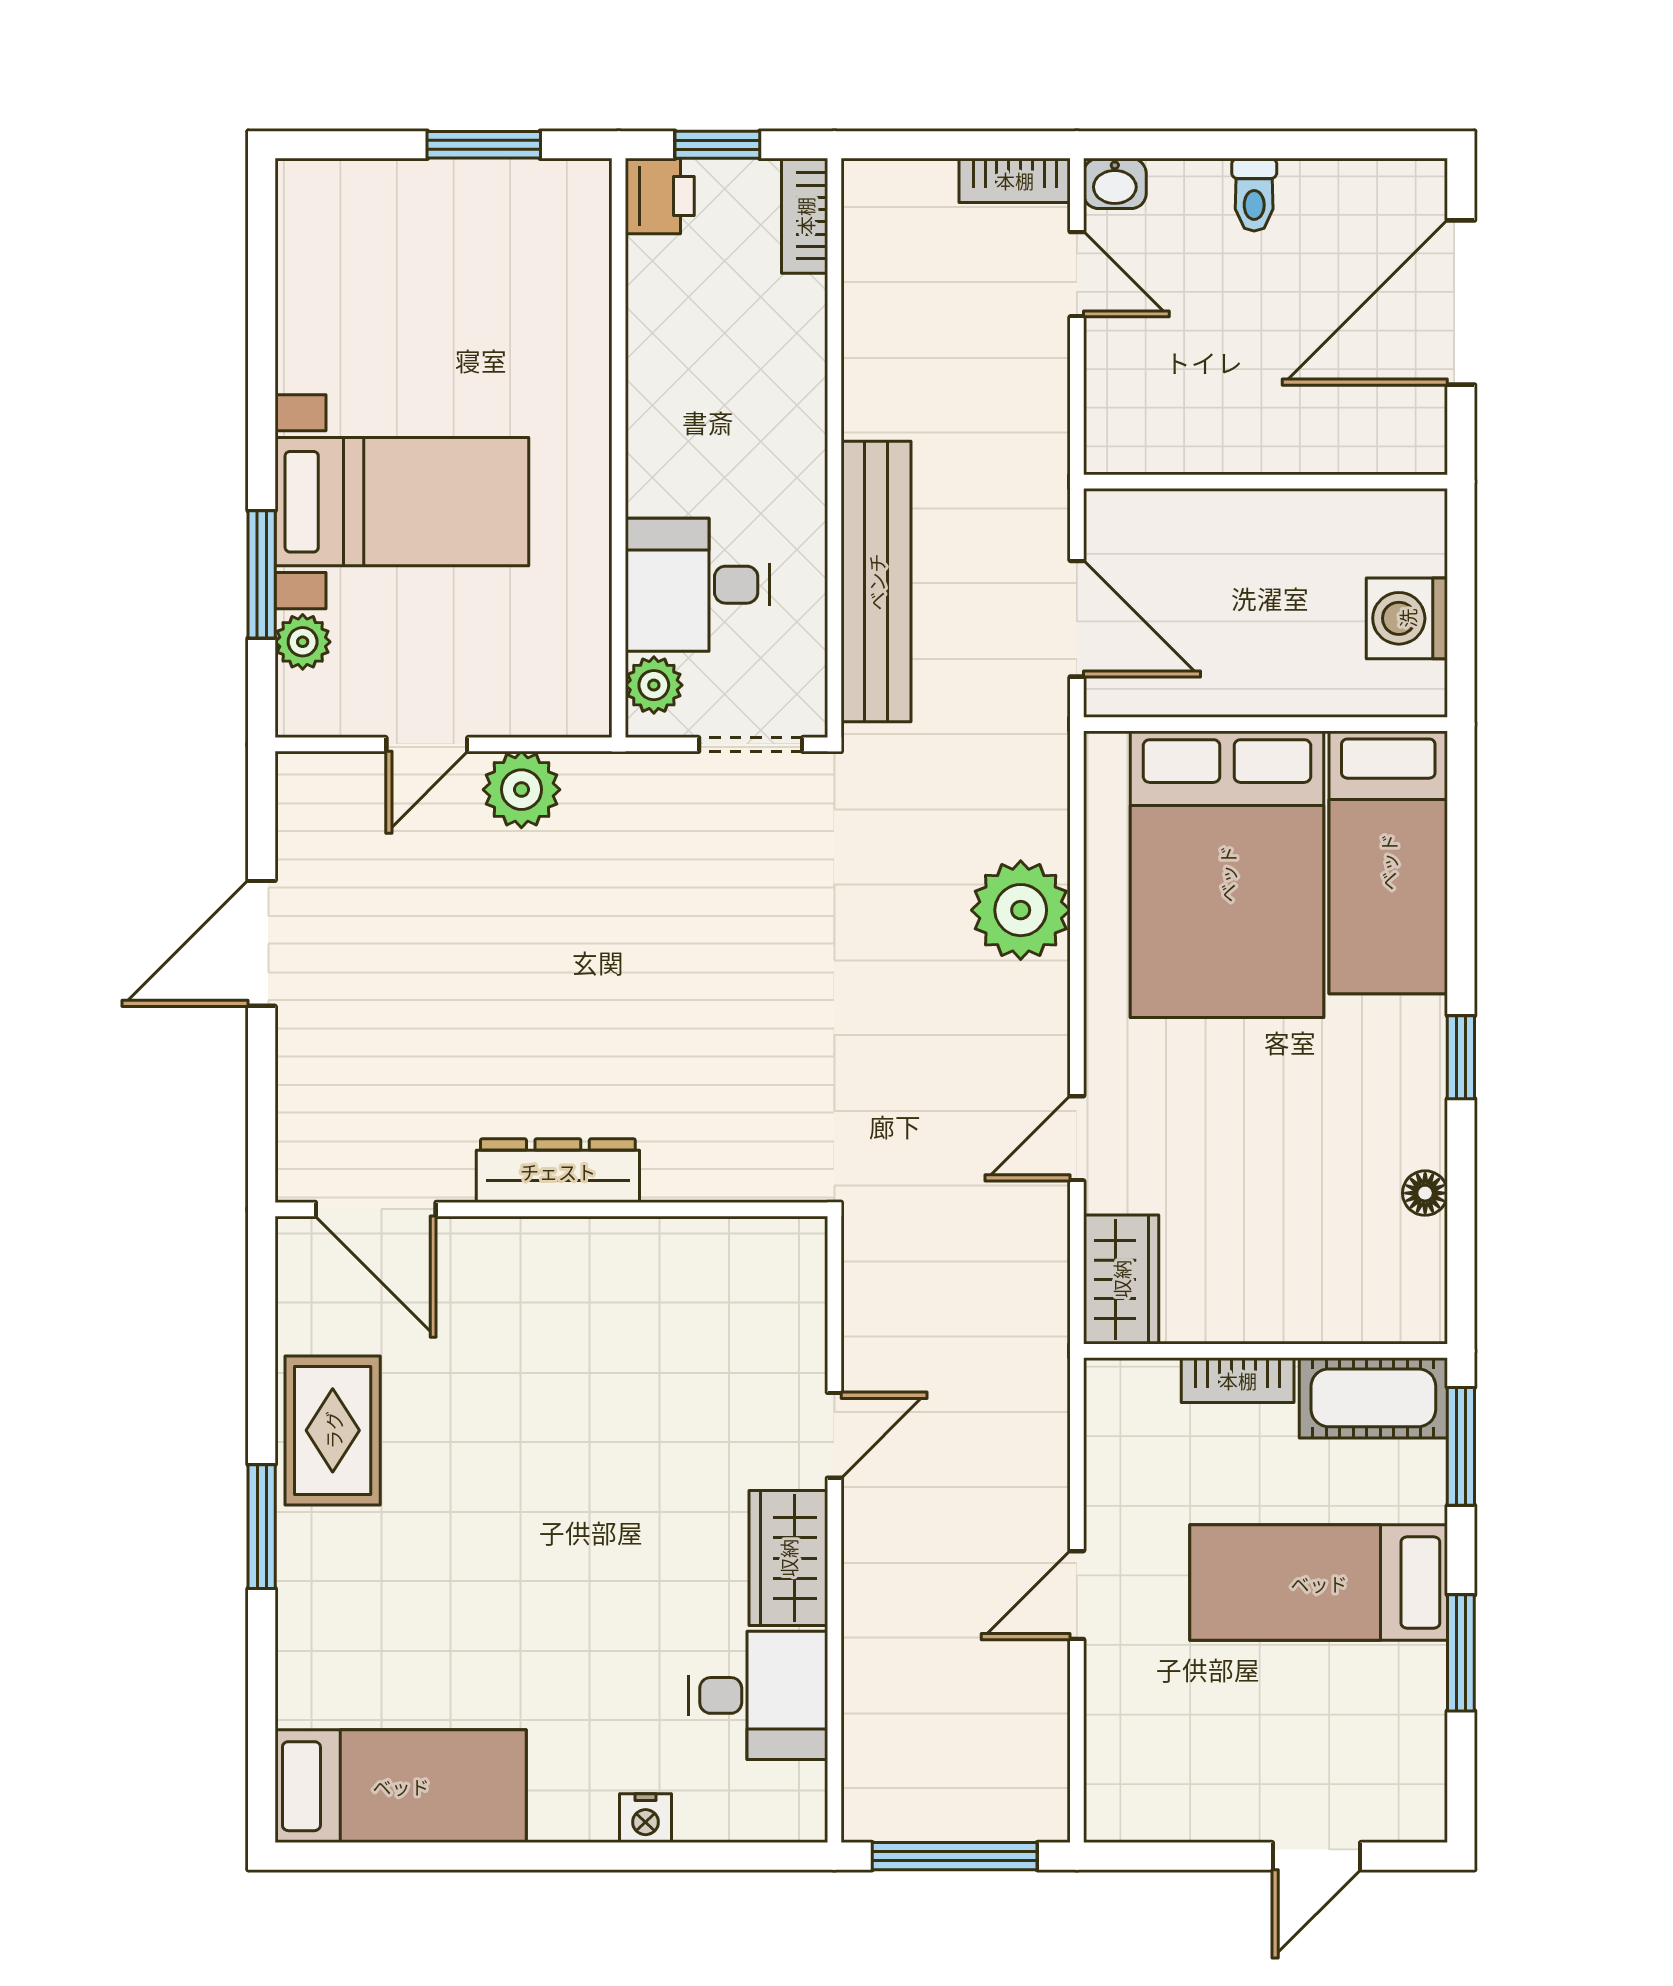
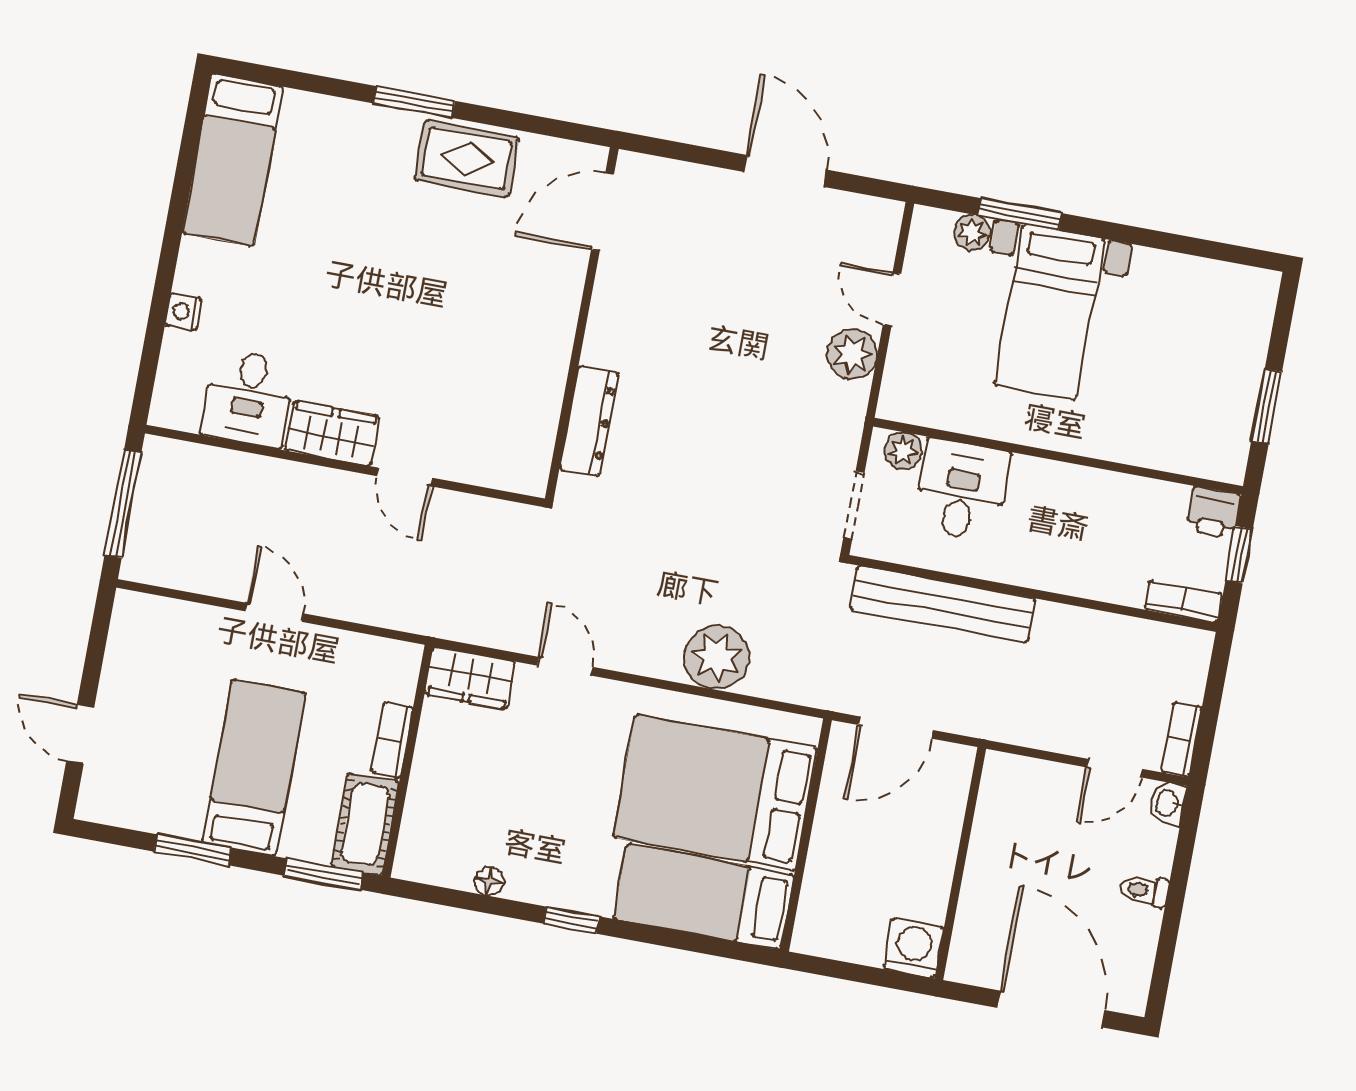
washing machine: (1407, 618) -> (914, 948), moved
dresser: (558, 1171) -> (589, 421), moved

